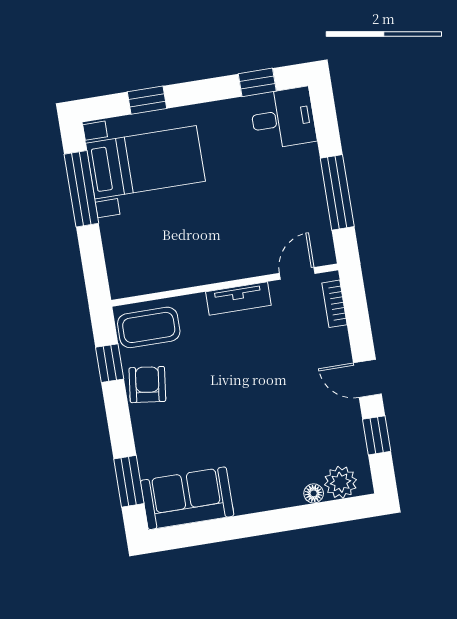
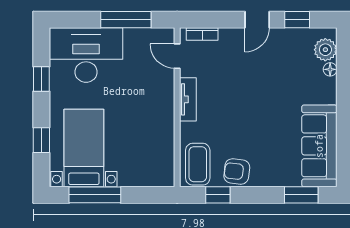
window: (257, 82) -> (41, 79), moved
desk: (283, 118) -> (86, 55), width x1.87, depth x1.30
sofa: (187, 498) -> (319, 146), width x1.36

